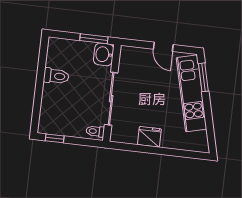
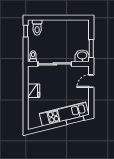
door: (163, 47) -> (91, 81), moved
toilet: (56, 76) -> (37, 28), moved

